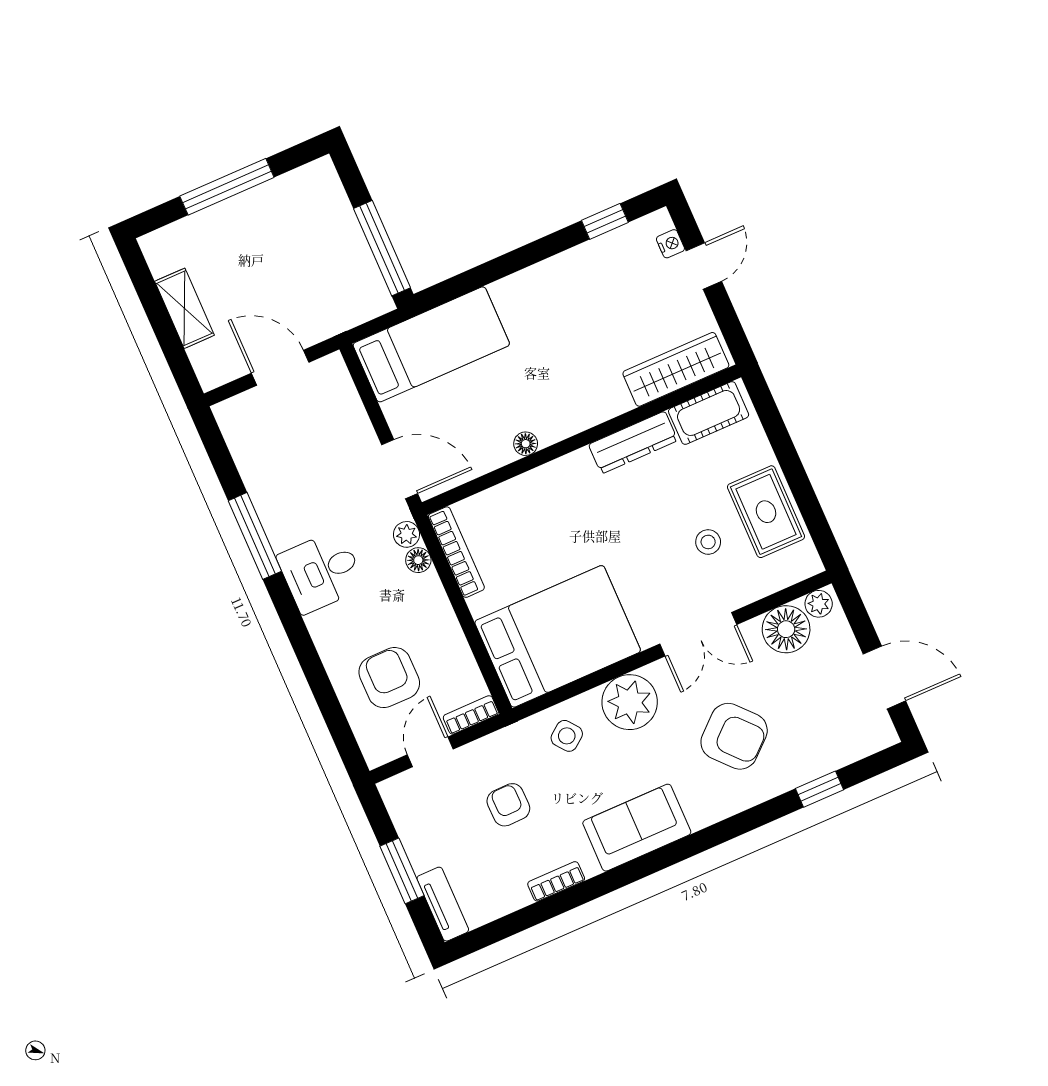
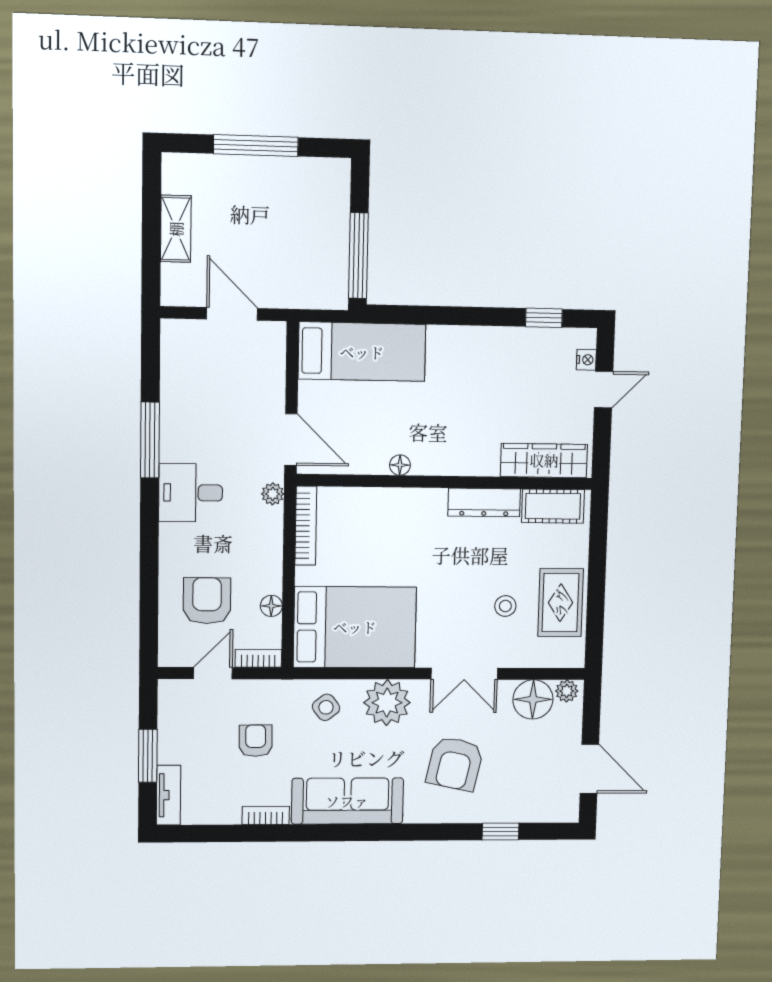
floor lamp: (418, 560) -> (271, 606), moved
armchair: (734, 736) -> (455, 764), turned 54
sofa: (637, 828) -> (347, 801), width x1.36

